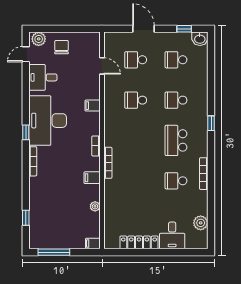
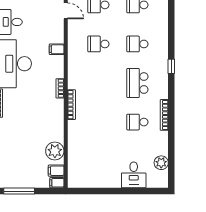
filing cabinet: (92, 178) -> (56, 171), moved
plant: (95, 206) -> (55, 151), width x1.88, depth x1.88
locker: (139, 242) -> (102, 182), removed

